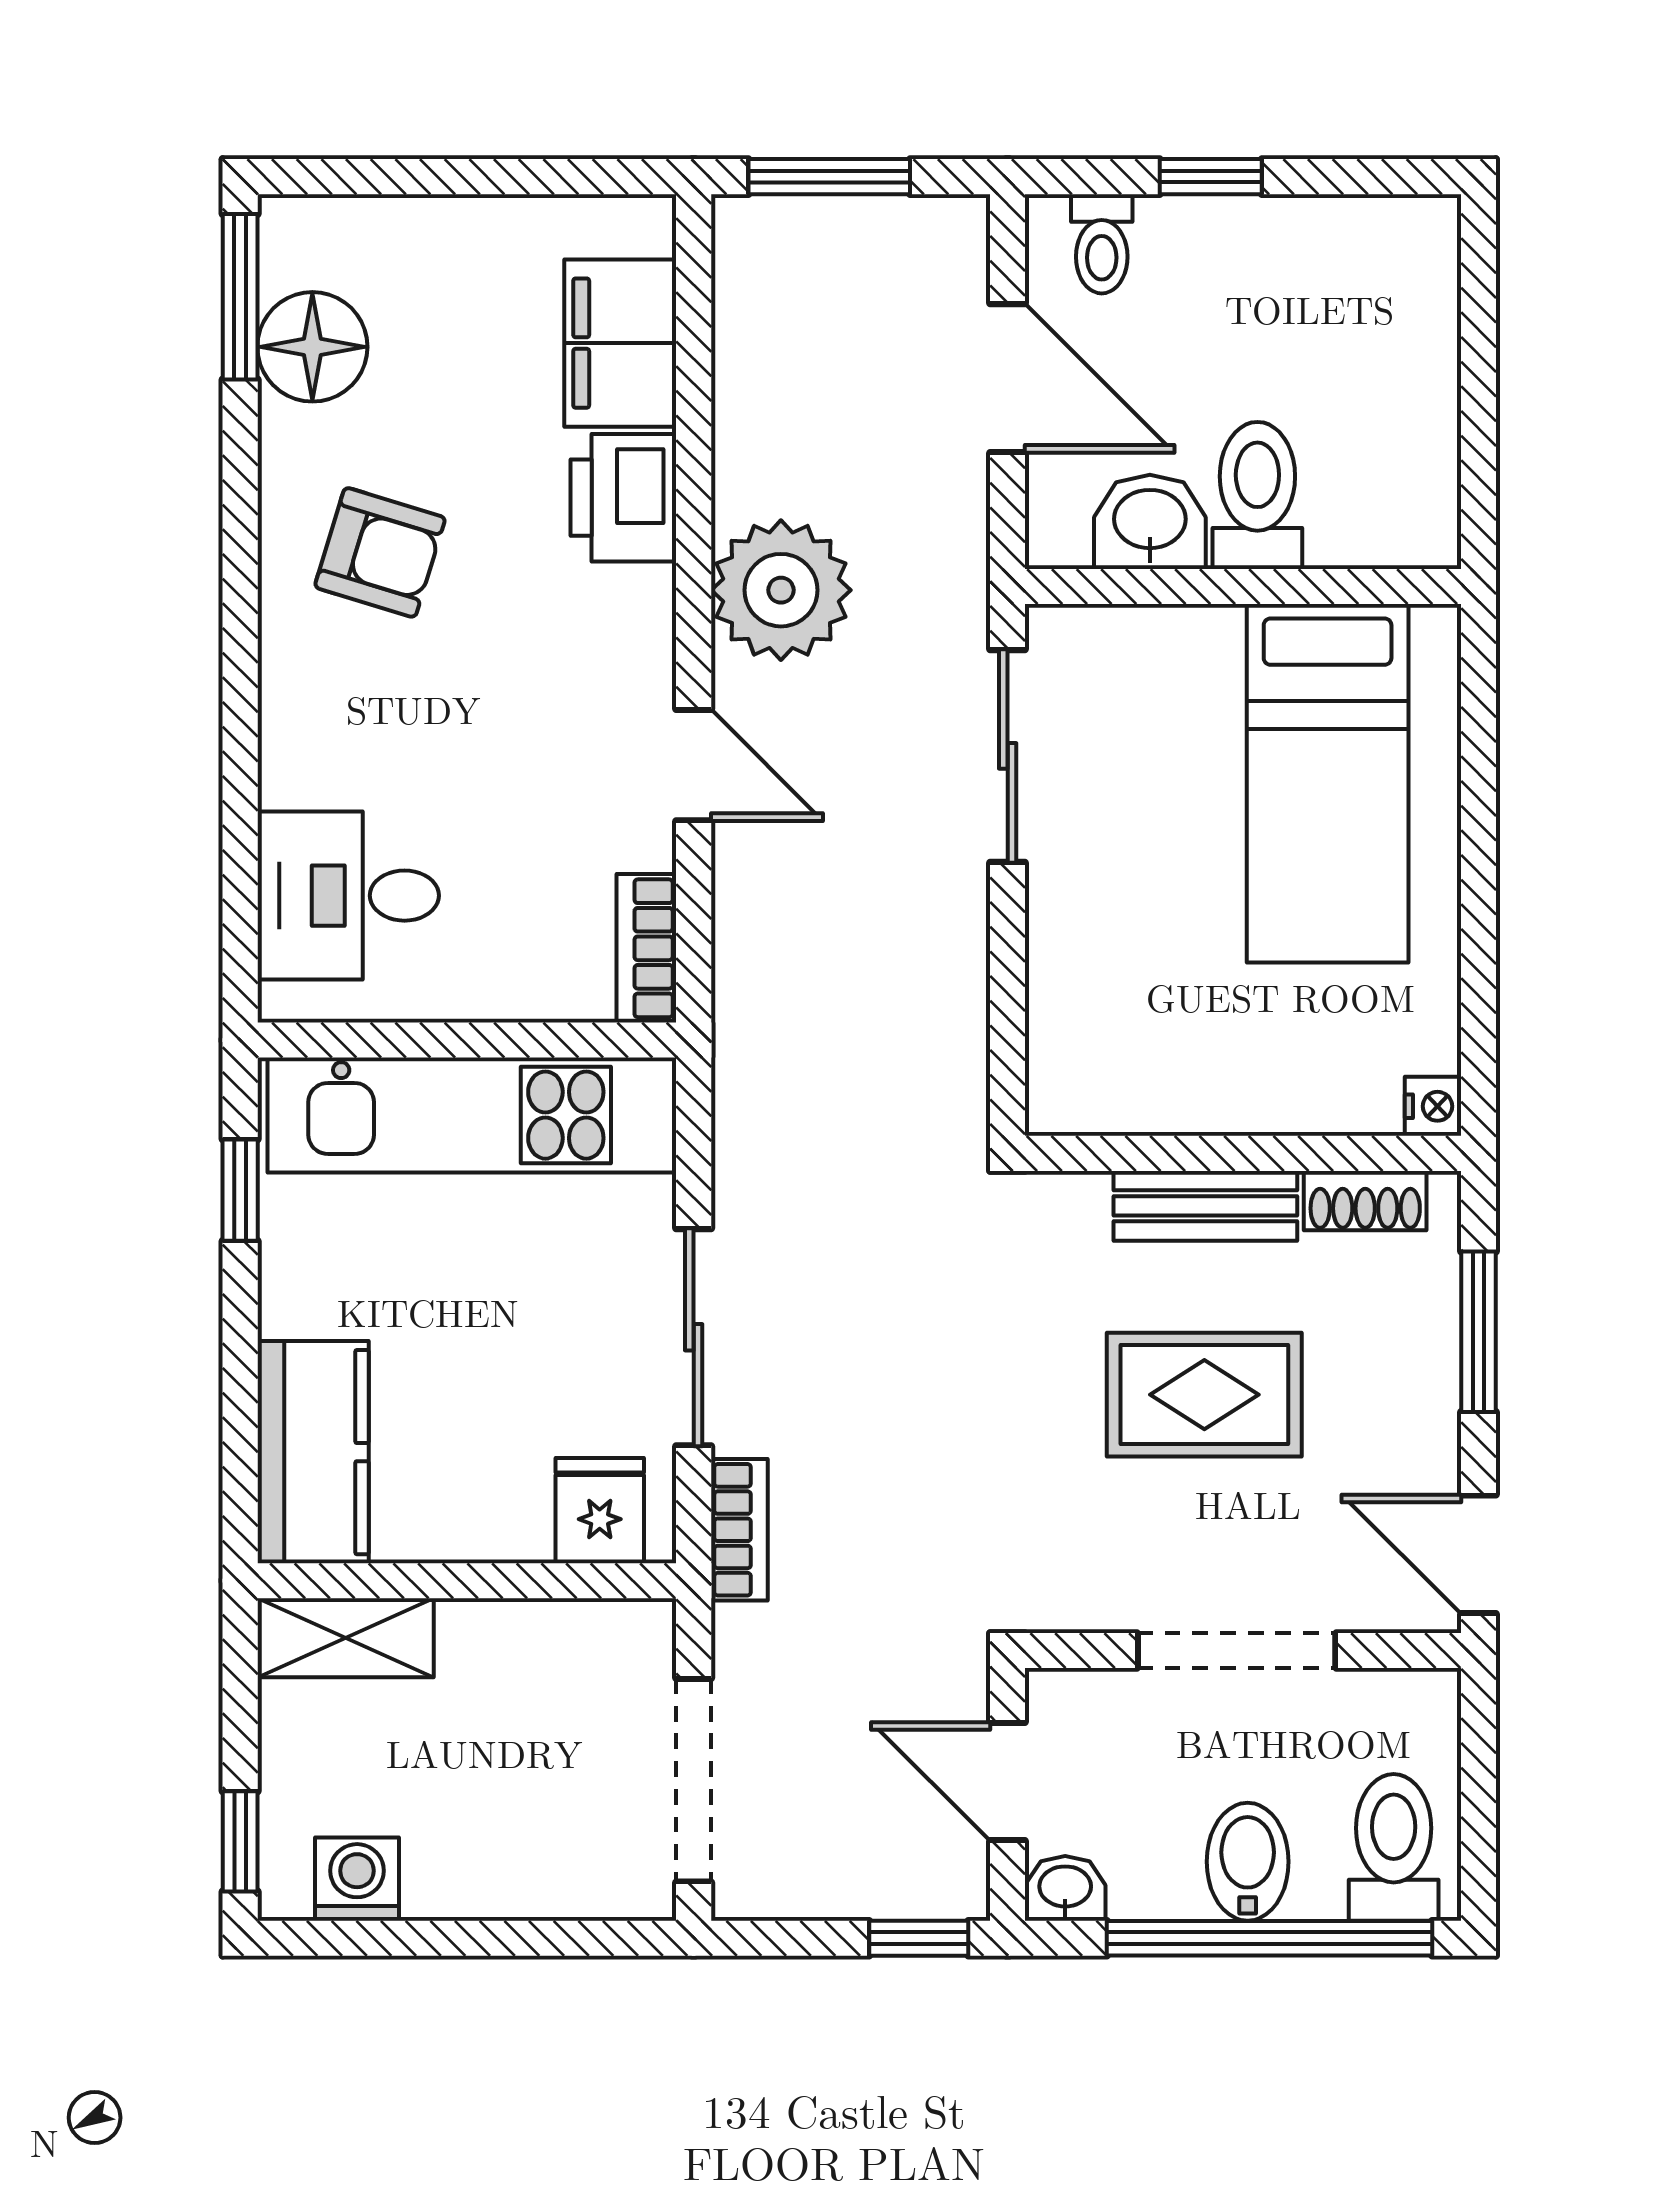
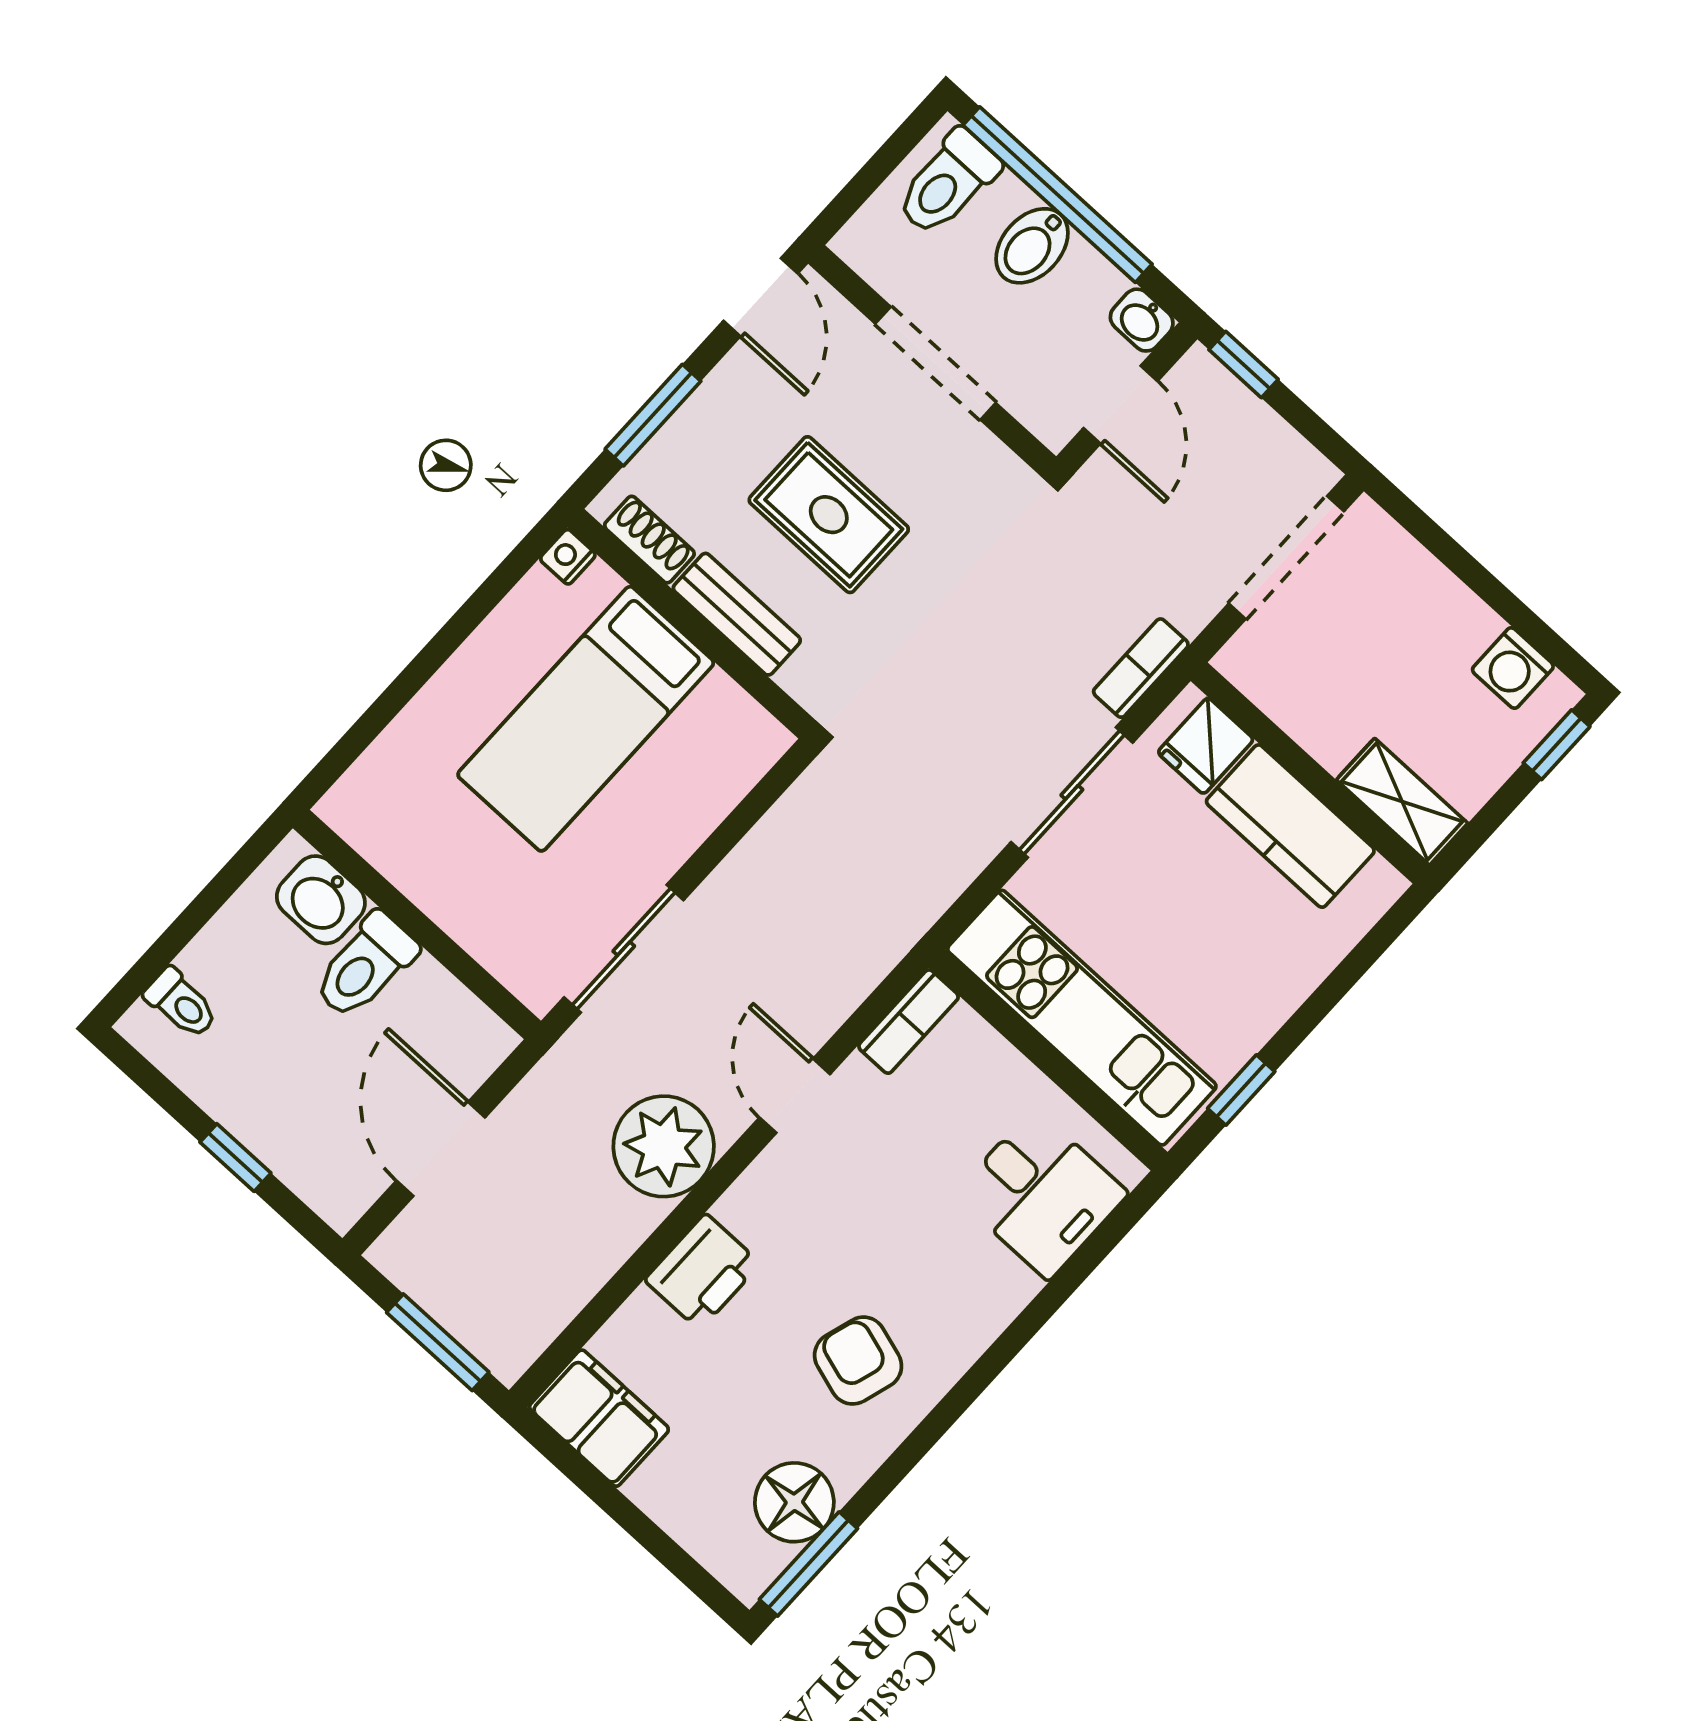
toilet: (1102, 244) -> (181, 1003), moved, turned 90
filing cabinet: (620, 343) -> (599, 1418), moved, turned -90
washbasin: (1150, 522) -> (321, 900), moved
bed: (1328, 783) -> (586, 719), moved, turned 180
kitchen counter: (313, 1452) -> (1290, 826), moved, turned -90

